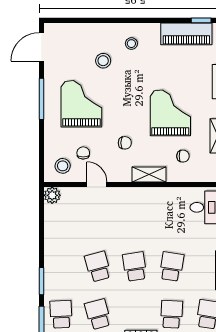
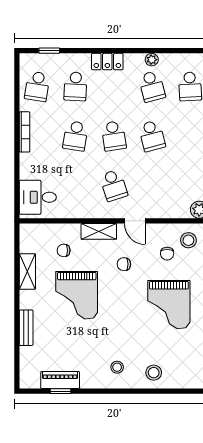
window: (201, 20) -> (60, 391), moved
piano: (186, 34) -> (60, 380), width x0.73, depth x0.75
stool: (103, 61) -> (154, 373), moved
door: (97, 184) -> (135, 221), moved
school desk: (135, 219) -> (114, 185), added

